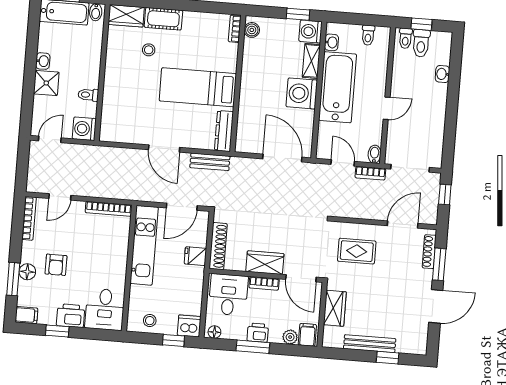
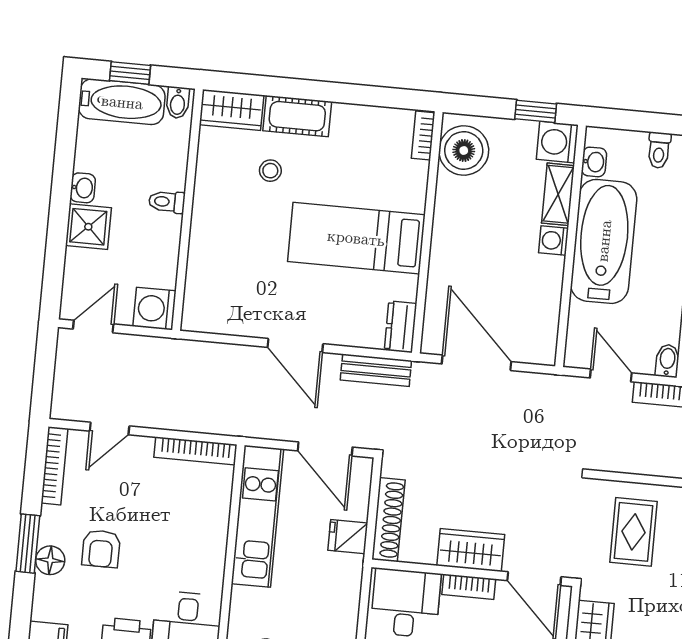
boiler: (252, 30) -> (464, 150), width x1.86, depth x1.86
washing machine: (302, 93) -> (553, 241), width x0.53, depth x0.53
toilet: (88, 95) -> (167, 202), moved
dresser: (224, 131) -> (401, 327), width x0.70
door: (282, 158) -> (477, 363), moved
door: (182, 207) -> (325, 449), hinge flipped
rug: (357, 251) -> (634, 532), turned 90
window: (13, 279) -> (28, 544), moved

